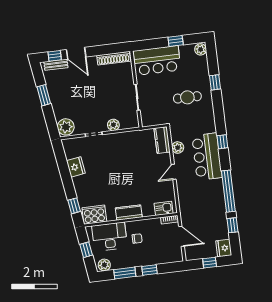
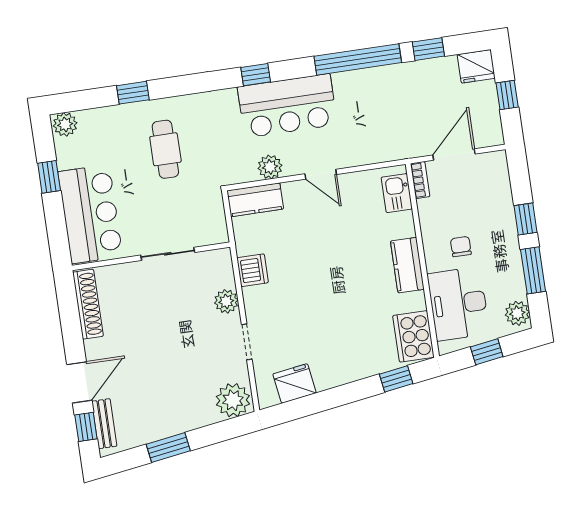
dishwasher: (128, 138) -> (253, 270), added
fridge: (76, 167) -> (294, 383), moved

